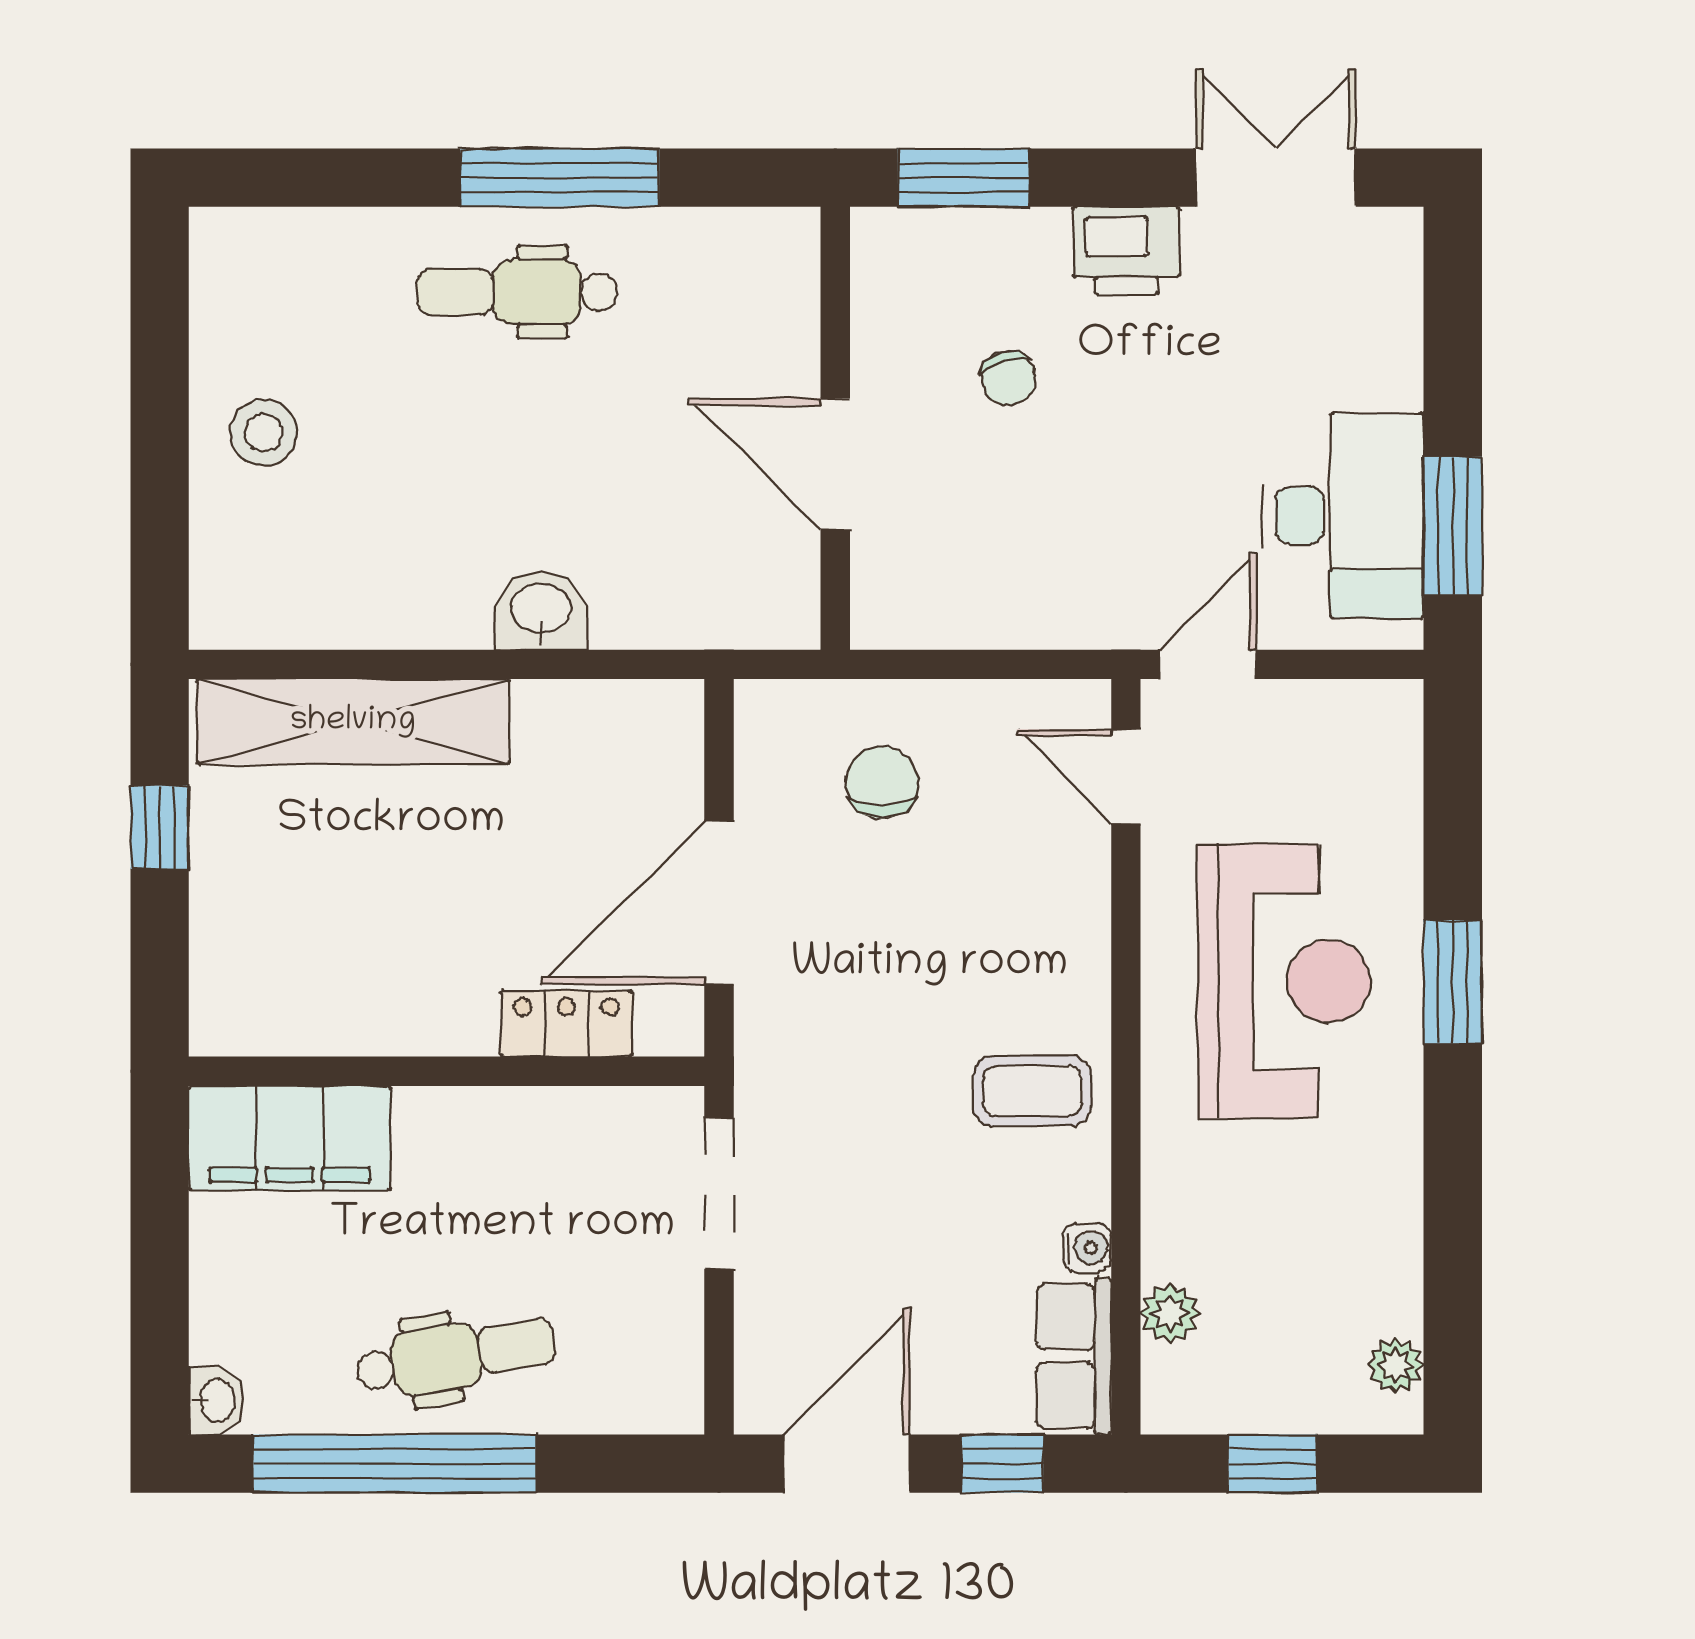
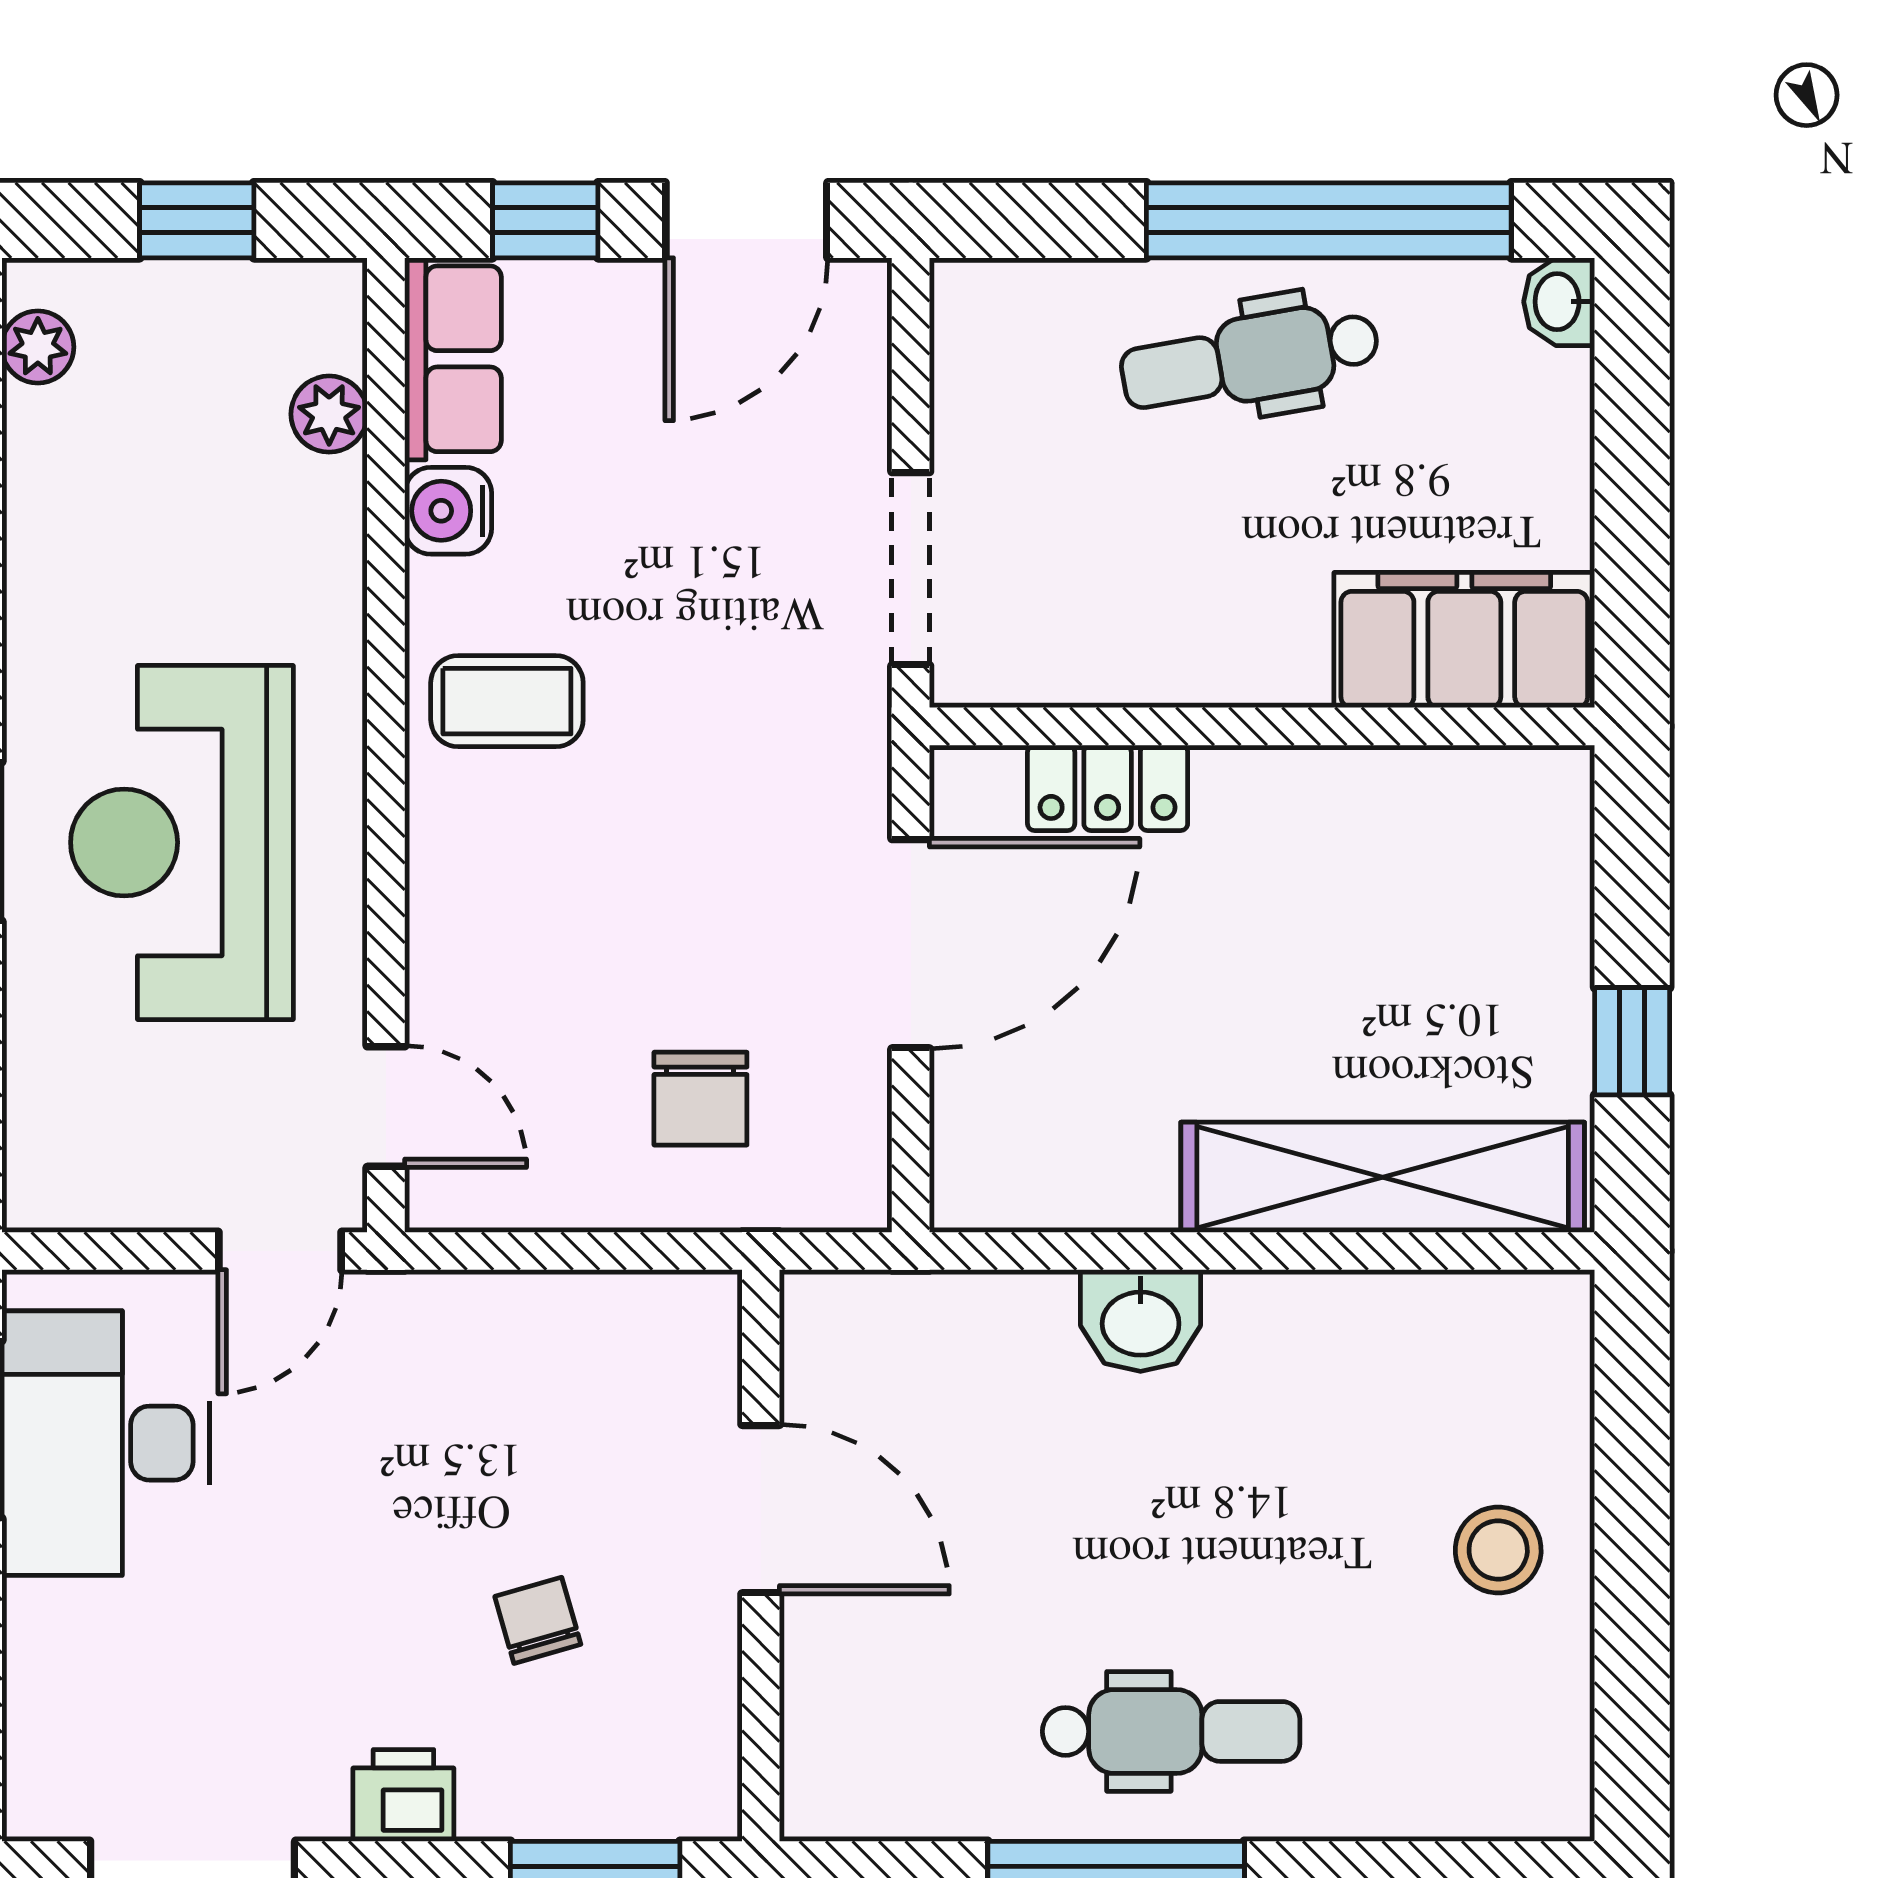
printer: (1127, 251) -> (403, 1795), width x0.73, depth x0.81
water cooler: (1087, 1248) -> (448, 511), width x1.38, depth x1.38

